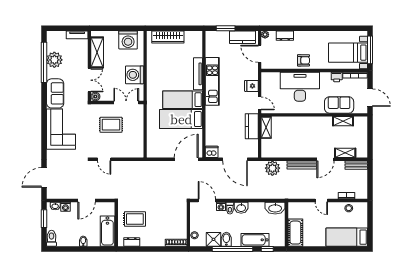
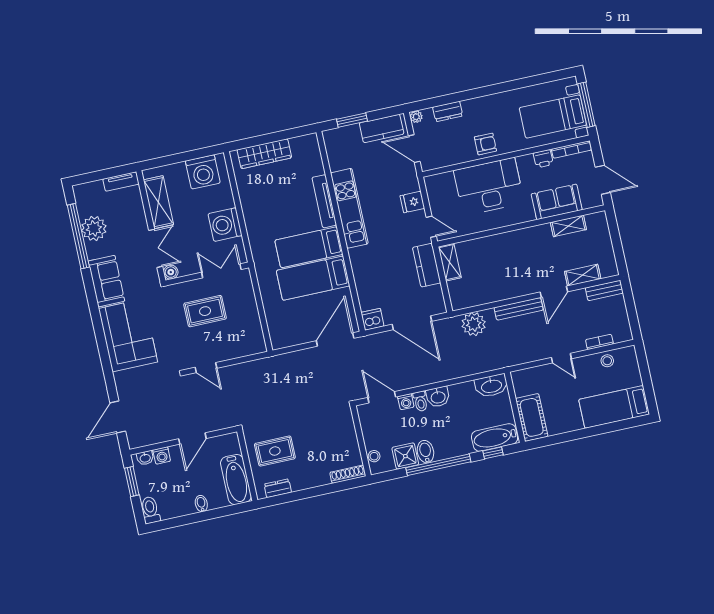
bathtub: (255, 240) -> (495, 437), moved

